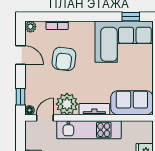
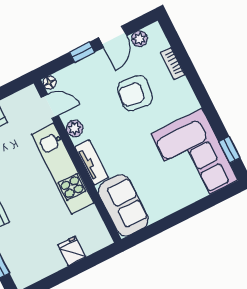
plant: (30, 27) -> (140, 39), moved
window: (21, 97) -> (82, 52), moved
plant: (67, 104) -> (75, 128), width x0.53, depth x0.53

